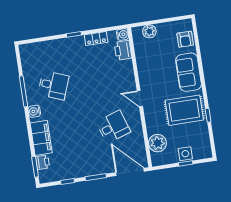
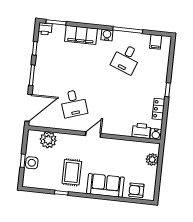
filing cabinet: (28, 60) -> (156, 42), added
rug: (184, 110) -> (72, 172), width x0.73, depth x0.70
printer: (43, 162) -> (45, 29), moved

